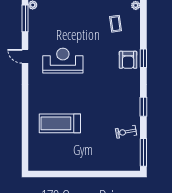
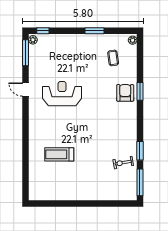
armchair: (128, 60) -> (125, 93), turned 180
window: (143, 107) -> (140, 151), moved
treadmill: (60, 123) -> (59, 154), width x0.73, depth x0.73

